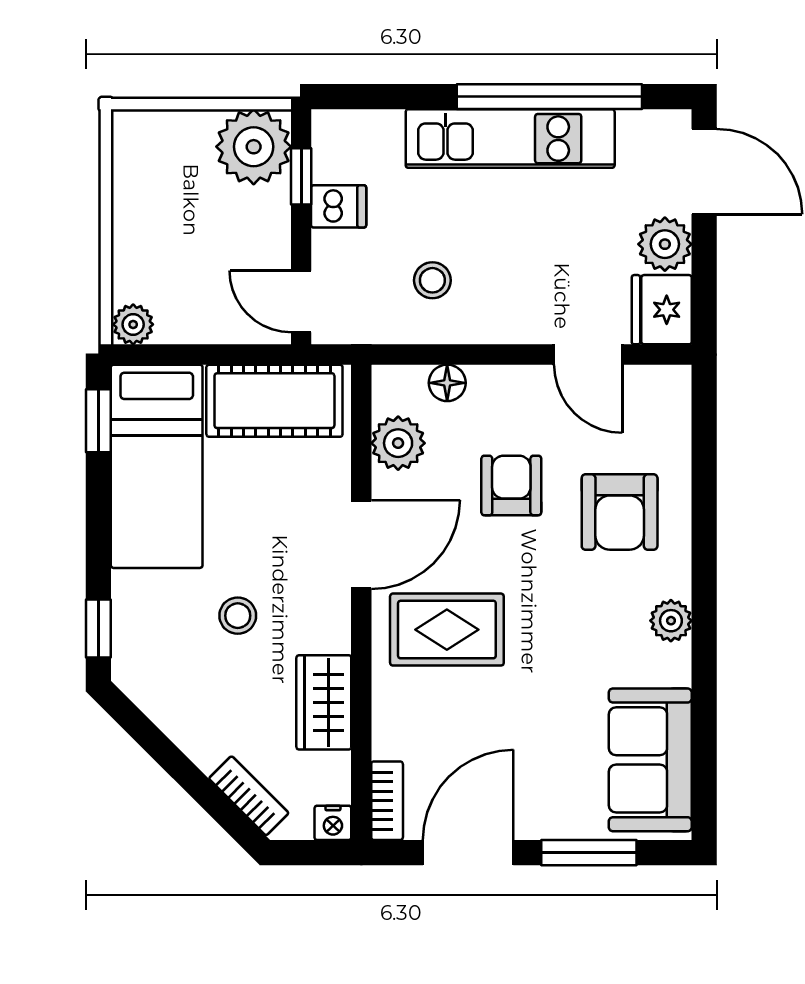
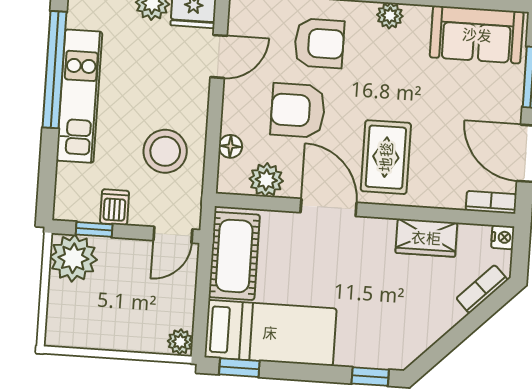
stool: (432, 280) -> (165, 151), width x1.89, depth x1.89
armchair: (511, 485) -> (298, 110), width x1.38, depth x1.38
stool: (238, 616) -> (368, 288), removed

